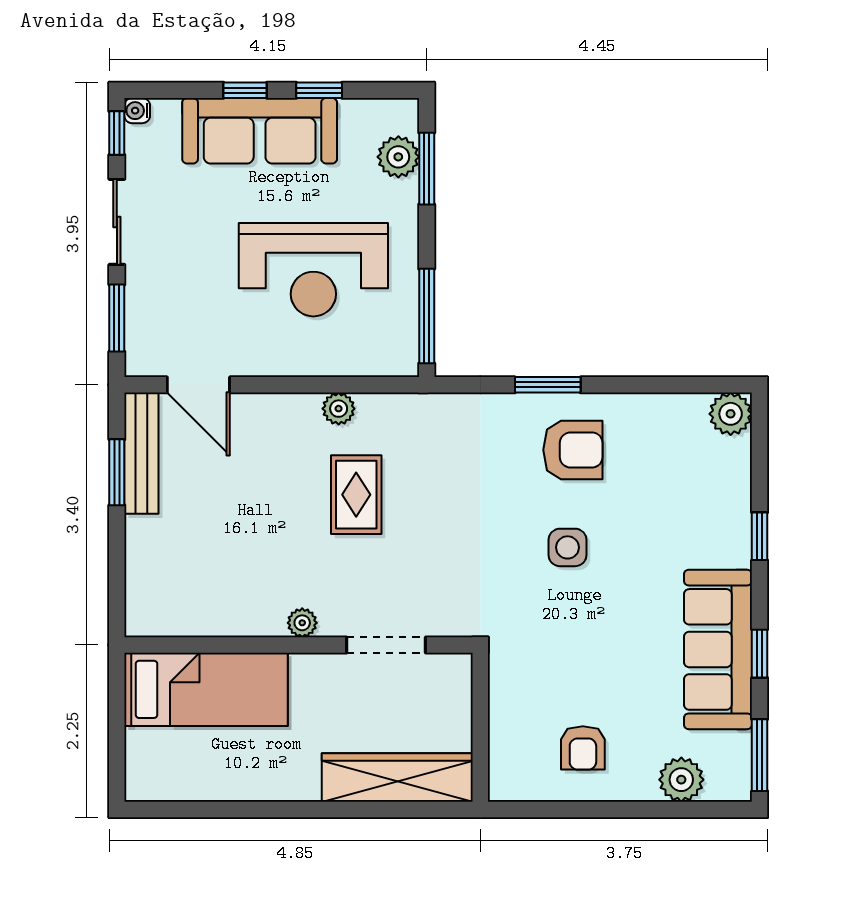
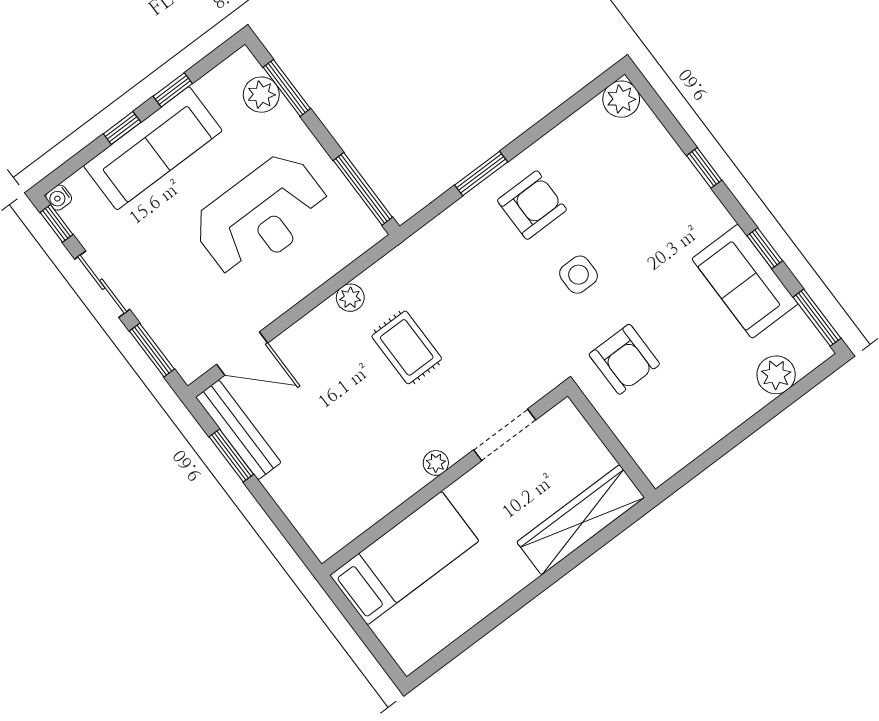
sofa: (718, 649) -> (745, 281), width x0.73
armchair: (583, 748) -> (624, 359), moved, width x1.38, depth x1.38

